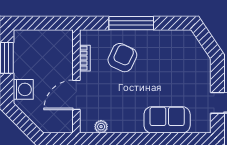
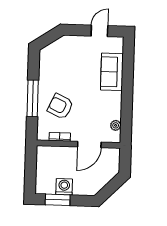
washing machine: (23, 89) -> (64, 187), moved
door: (76, 95) -> (89, 145), hinge flipped

